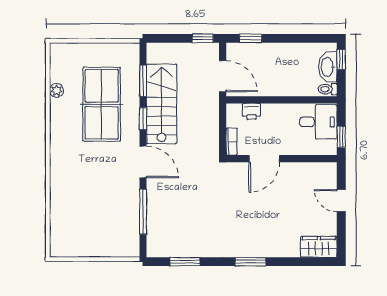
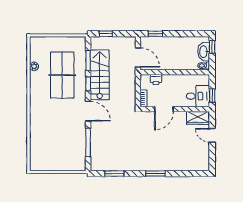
window: (203, 38) -> (106, 34), moved
desk: (318, 122) -> (198, 96), moved
wardrobe: (319, 247) -> (198, 118), moved, turned 180

